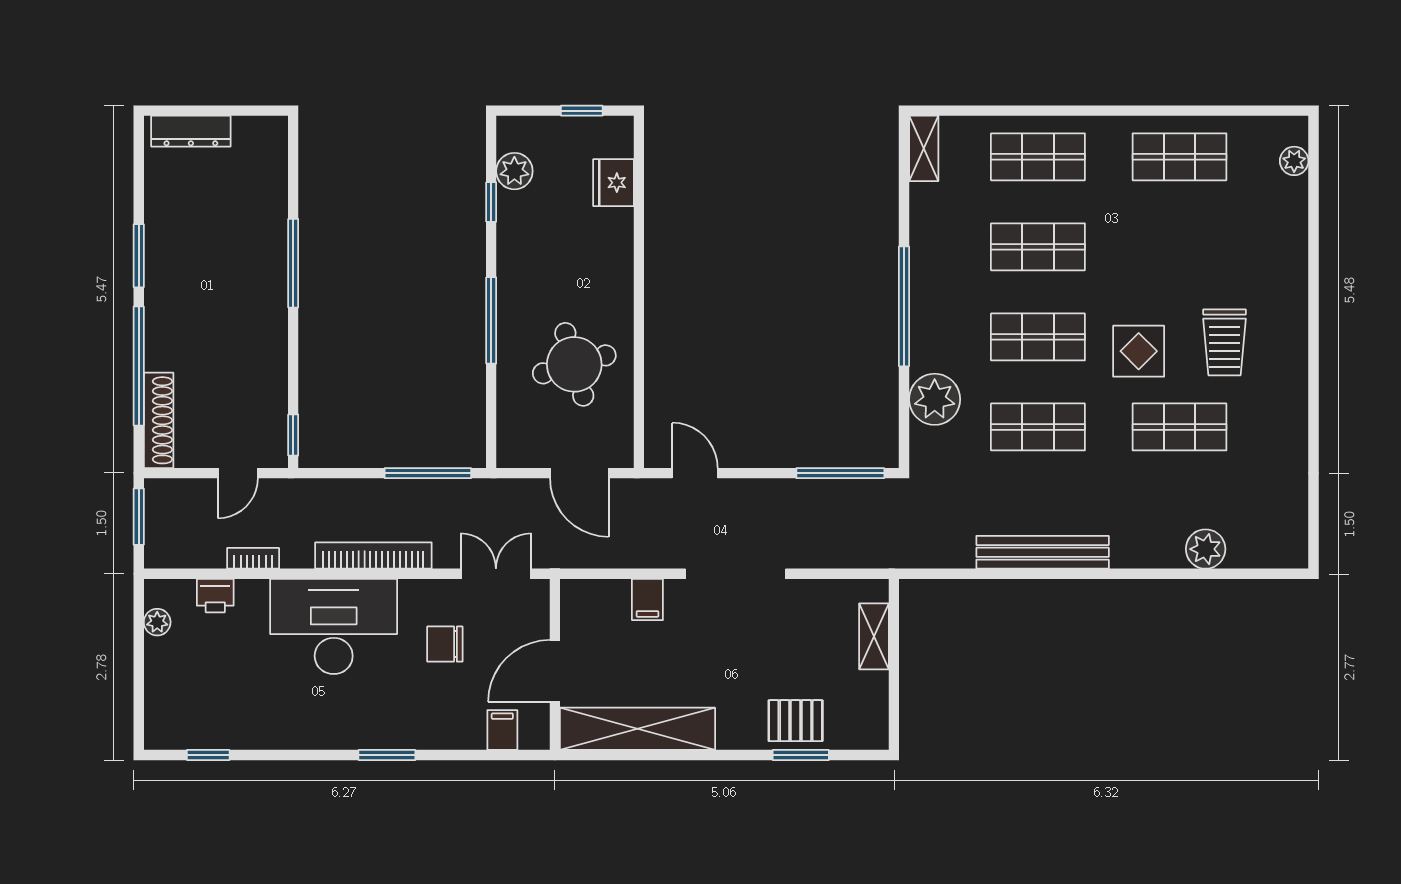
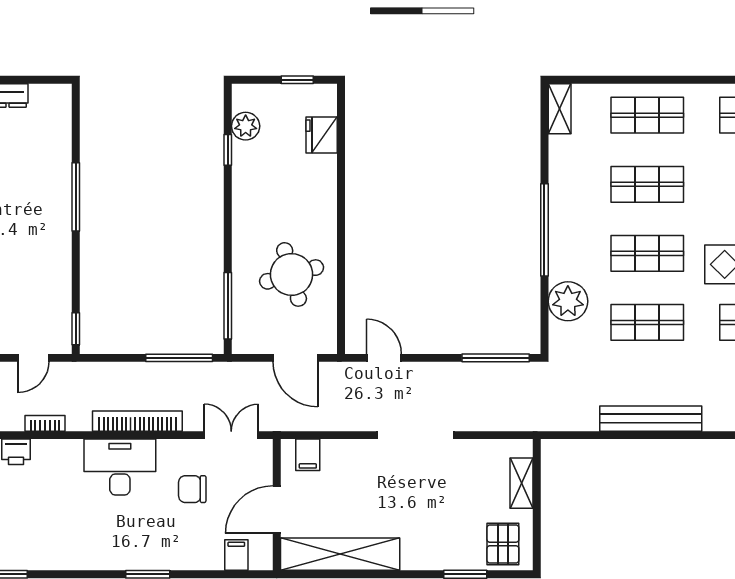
window: (491, 320) -> (228, 306), moved
filing cabinet: (647, 599) -> (308, 455), moved
desk: (334, 626) -> (120, 467), width x0.73, depth x0.77
pallet: (796, 721) -> (503, 544), moved, turned 90

